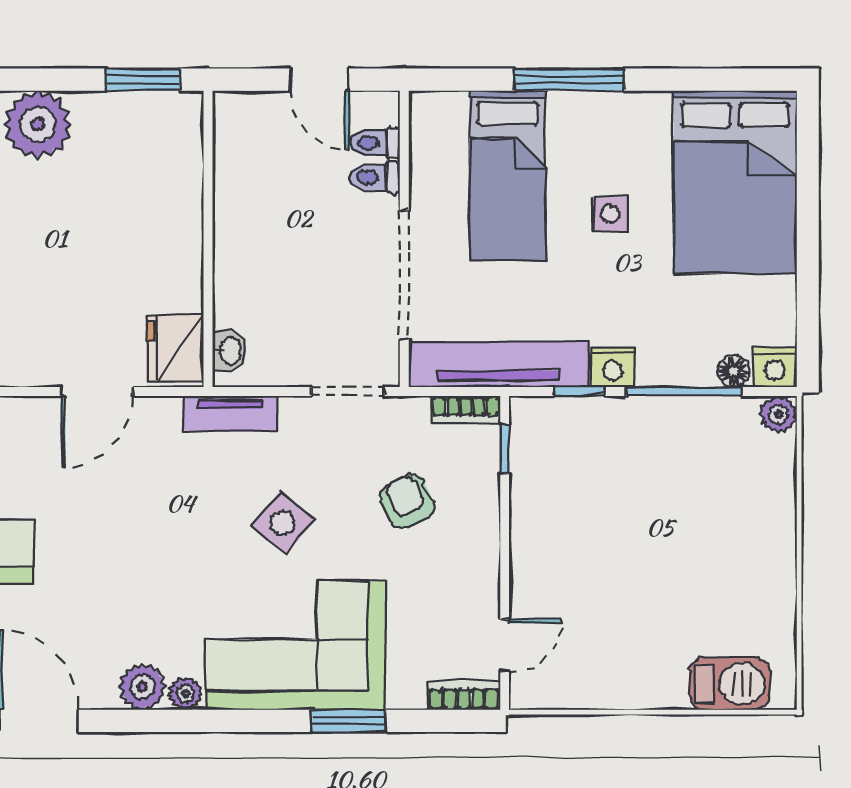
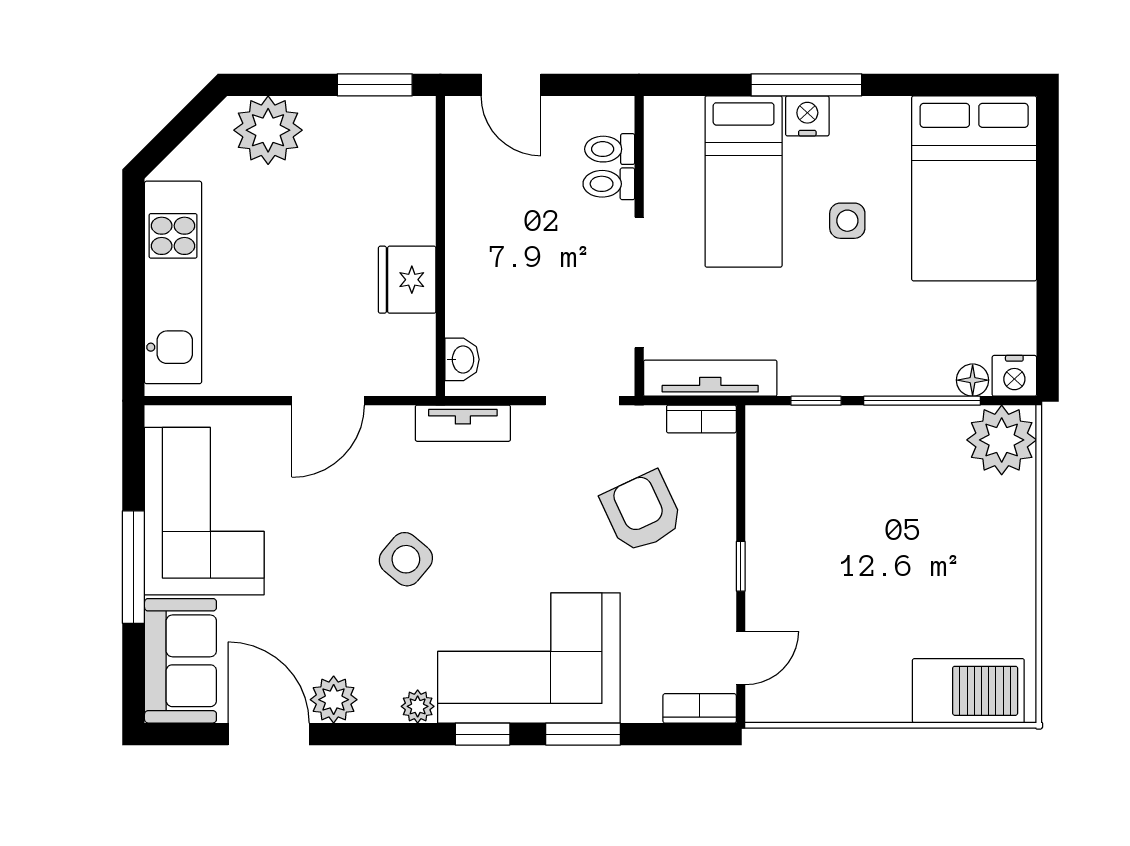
door: (319, 80) -> (511, 85), moved
fridge: (175, 348) -> (407, 280), moved
tv unit: (498, 364) -> (710, 378), width x0.73, depth x0.78
nightstand: (613, 367) -> (807, 116), moved, turned 180
plant: (778, 414) -> (1002, 440), width x1.88, depth x1.88
window: (505, 449) -> (741, 566), moved
armchair: (407, 501) -> (642, 512), width x1.38, depth x1.38
side table: (283, 523) -> (406, 559), moved
barbecue: (730, 684) -> (968, 691), width x1.37, depth x1.21
plant: (142, 687) -> (334, 700), moved
window: (250, 721) -> (483, 734), added

